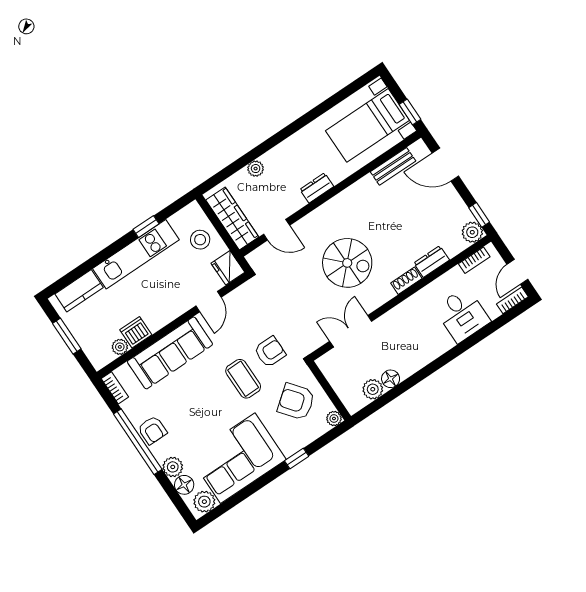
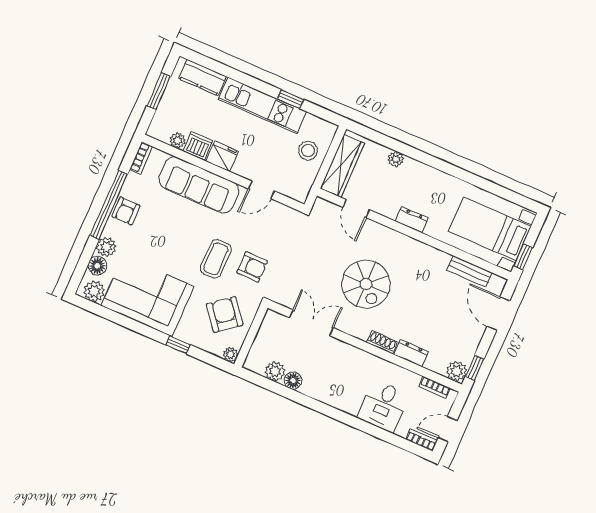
fridge: (228, 268) -> (222, 156), moved, turned 90

